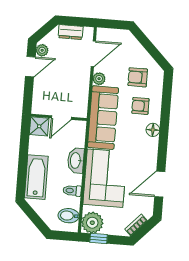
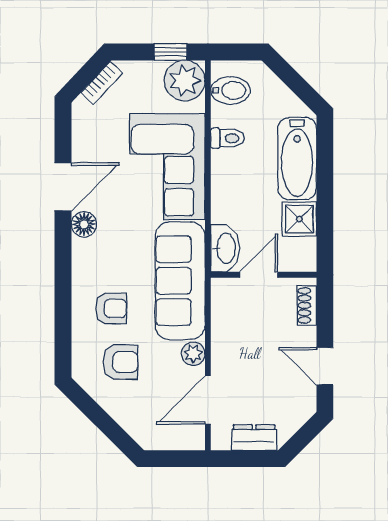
plant: (42, 50) -> (305, 399), removed
door: (30, 67) -> (325, 366), hinge flipped
shoe rack: (37, 99) -> (307, 305), added
shower: (39, 126) -> (299, 219), moved
floor lamp: (153, 130) -> (84, 224), moved
washbasin: (76, 161) -> (225, 248), moved
door: (160, 184) -> (63, 187), moved

